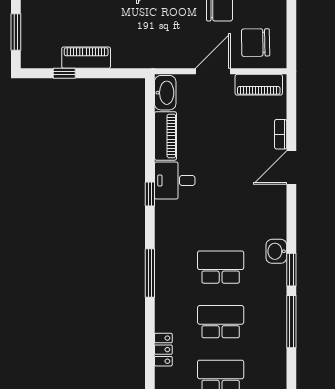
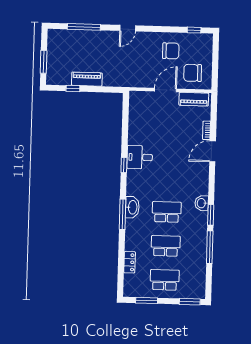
washbasin: (165, 93) -> (132, 207), moved
piano: (165, 136) -> (135, 129), removed

